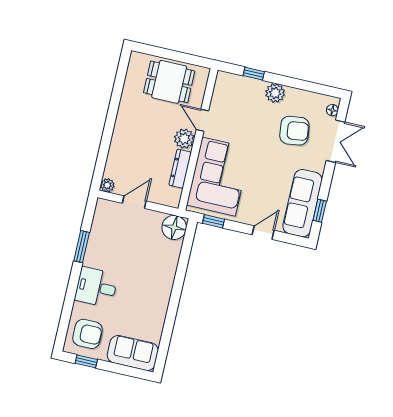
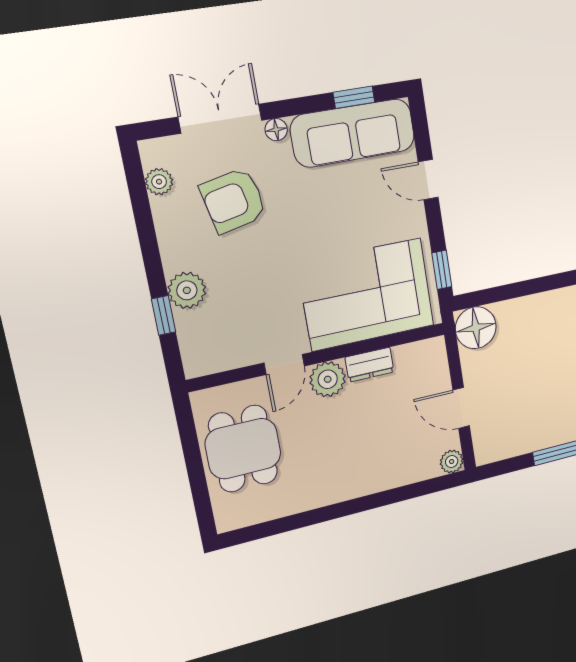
plant: (275, 93) -> (187, 290), moved
plant: (318, 100) -> (159, 182), added
floor lamp: (332, 110) -> (276, 130), moved
armchair: (294, 131) -> (233, 200), turned -95
dresser: (180, 169) -> (370, 365), width x0.70

